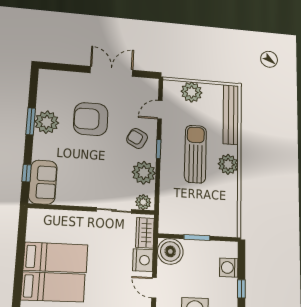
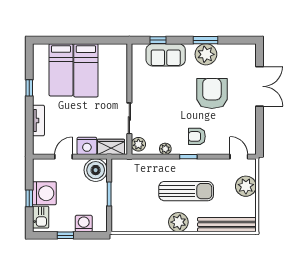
double door: (112, 71) -> (259, 86), moved
door: (160, 110) -> (239, 157), moved
armchair: (137, 138) -> (197, 136), turned -118
plant: (144, 173) -> (165, 149), width x0.53, depth x0.53
sofa: (43, 182) -> (166, 55), moved

